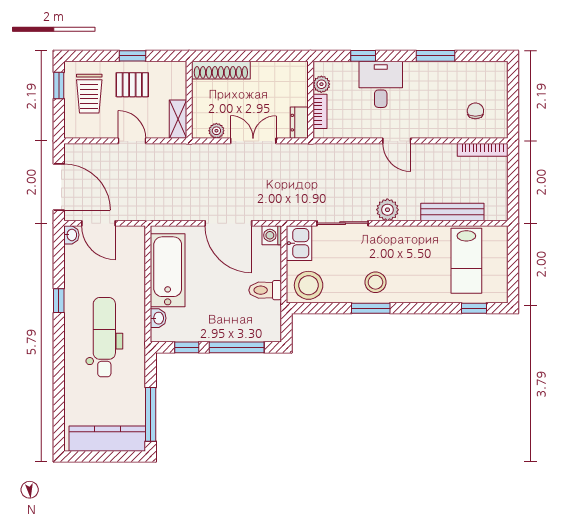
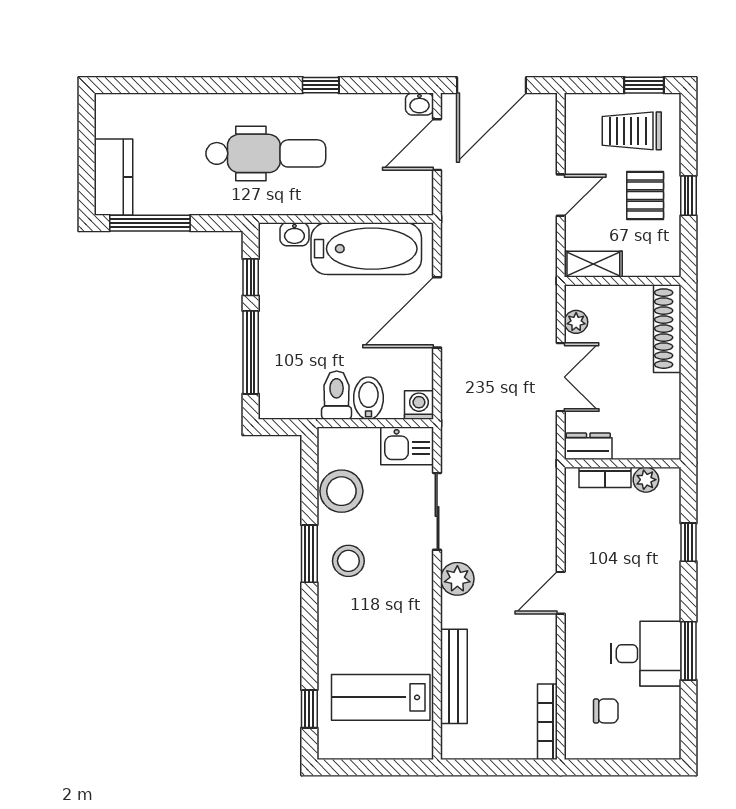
desk: (381, 84) -> (646, 654), moved
door: (228, 223) -> (437, 312), moved
bidet: (267, 269) -> (368, 398), added
stool: (309, 285) -> (341, 491), moved
kitchen counter: (107, 439) -> (113, 177), width x0.67

